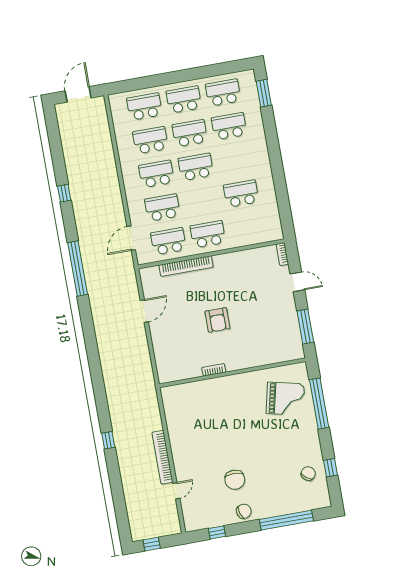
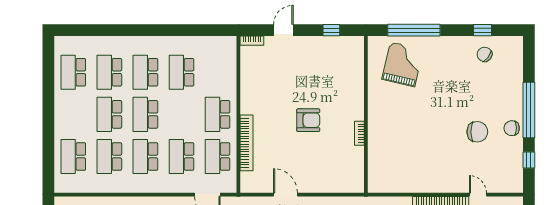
window: (264, 93) -> (81, 30), removed
school desk: (184, 100) -> (145, 72), moved
window: (305, 327) -> (331, 30), width x0.46
chair: (244, 511) -> (512, 128), turned -73
window: (286, 520) -> (529, 110), moved

